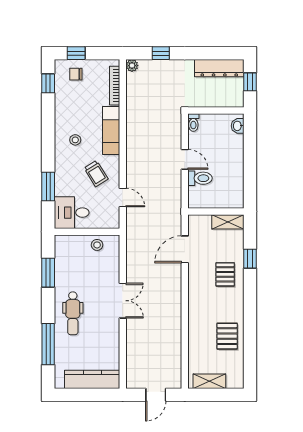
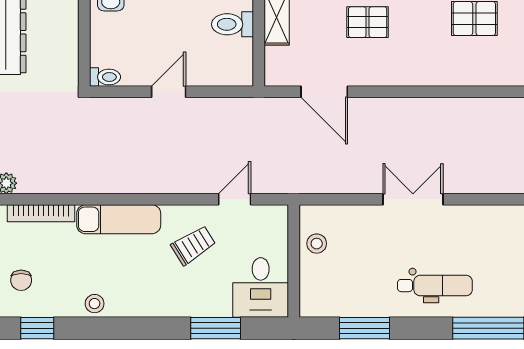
stool: (75, 140) -> (95, 304), moved
toilet: (200, 178) -> (233, 24), moved, turned -90

